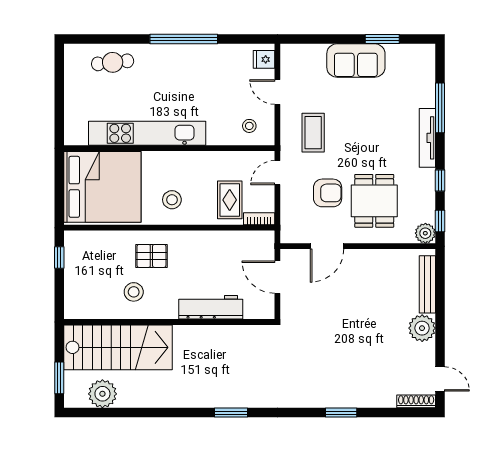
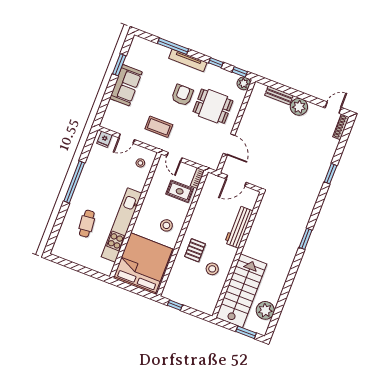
cafe table: (113, 62) -> (87, 224), moved
armchair: (328, 193) -> (182, 95), moved
bench: (427, 284) -> (279, 95), width x0.73

